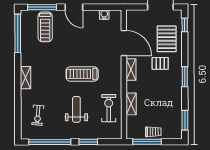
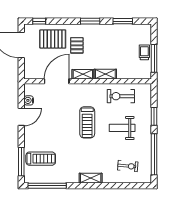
door: (74, 7) -> (21, 117), moved
shelving: (131, 104) -> (105, 74), moved
window: (185, 120) -> (123, 21), moved

